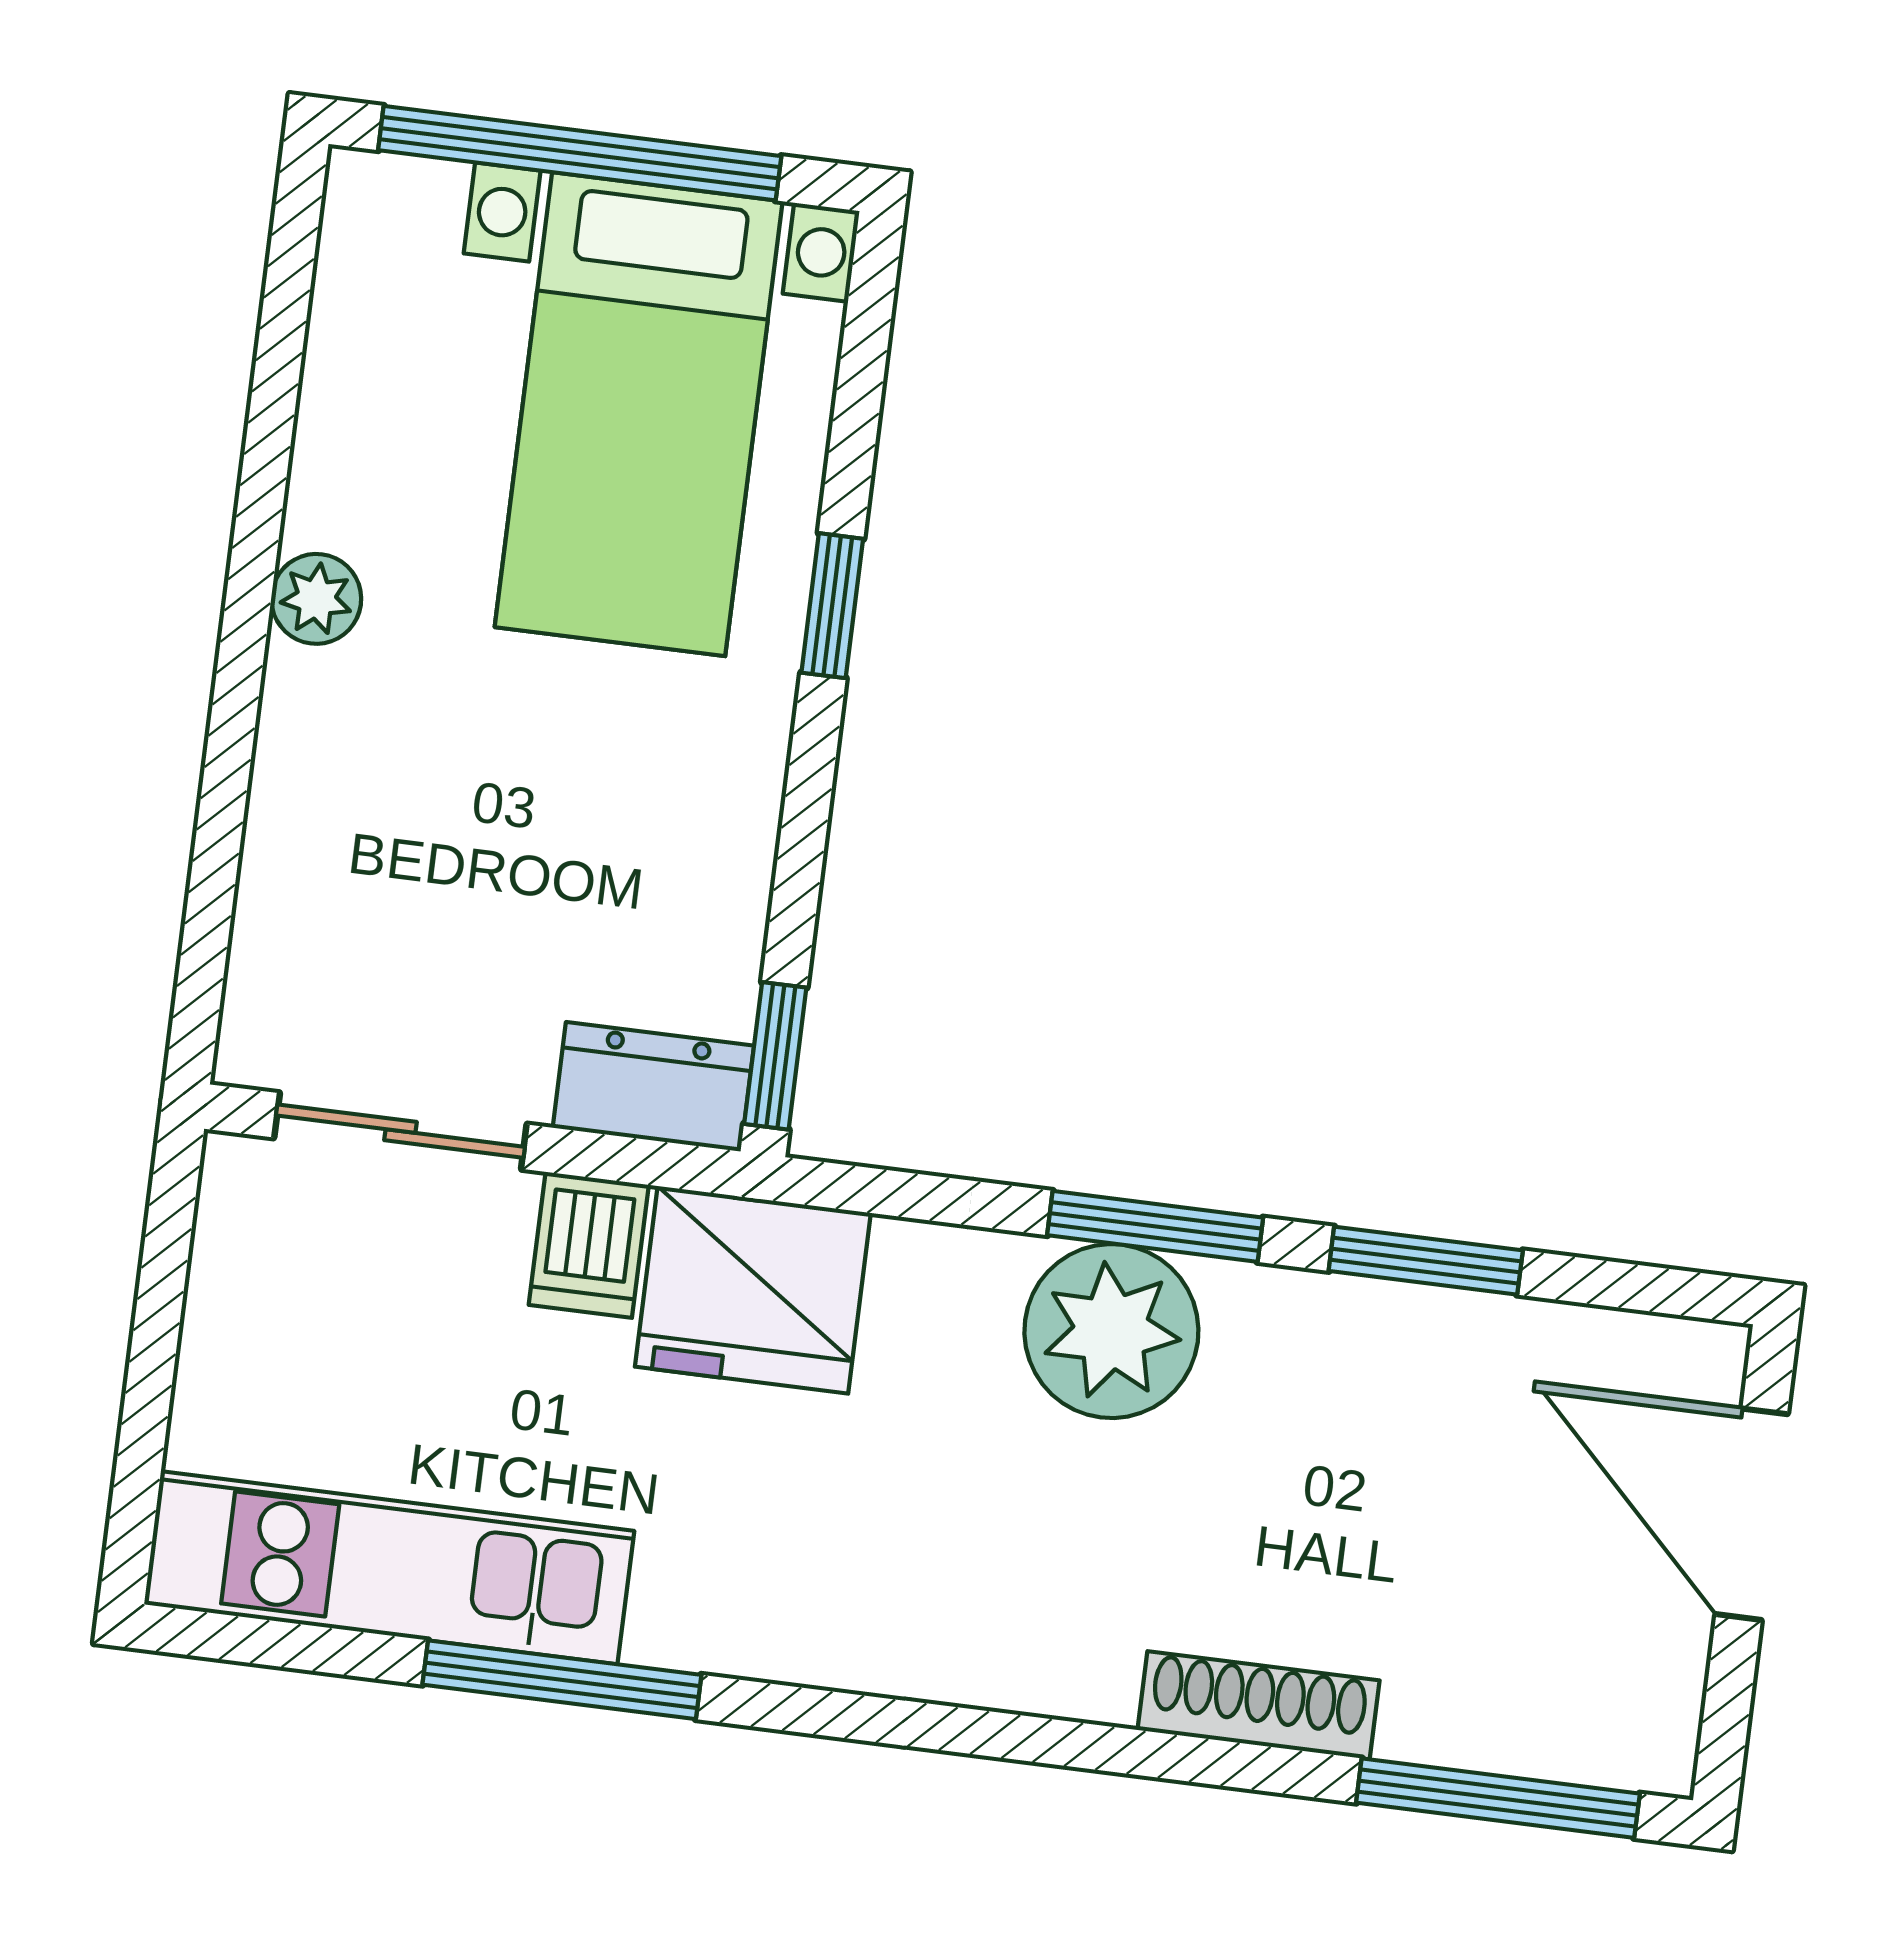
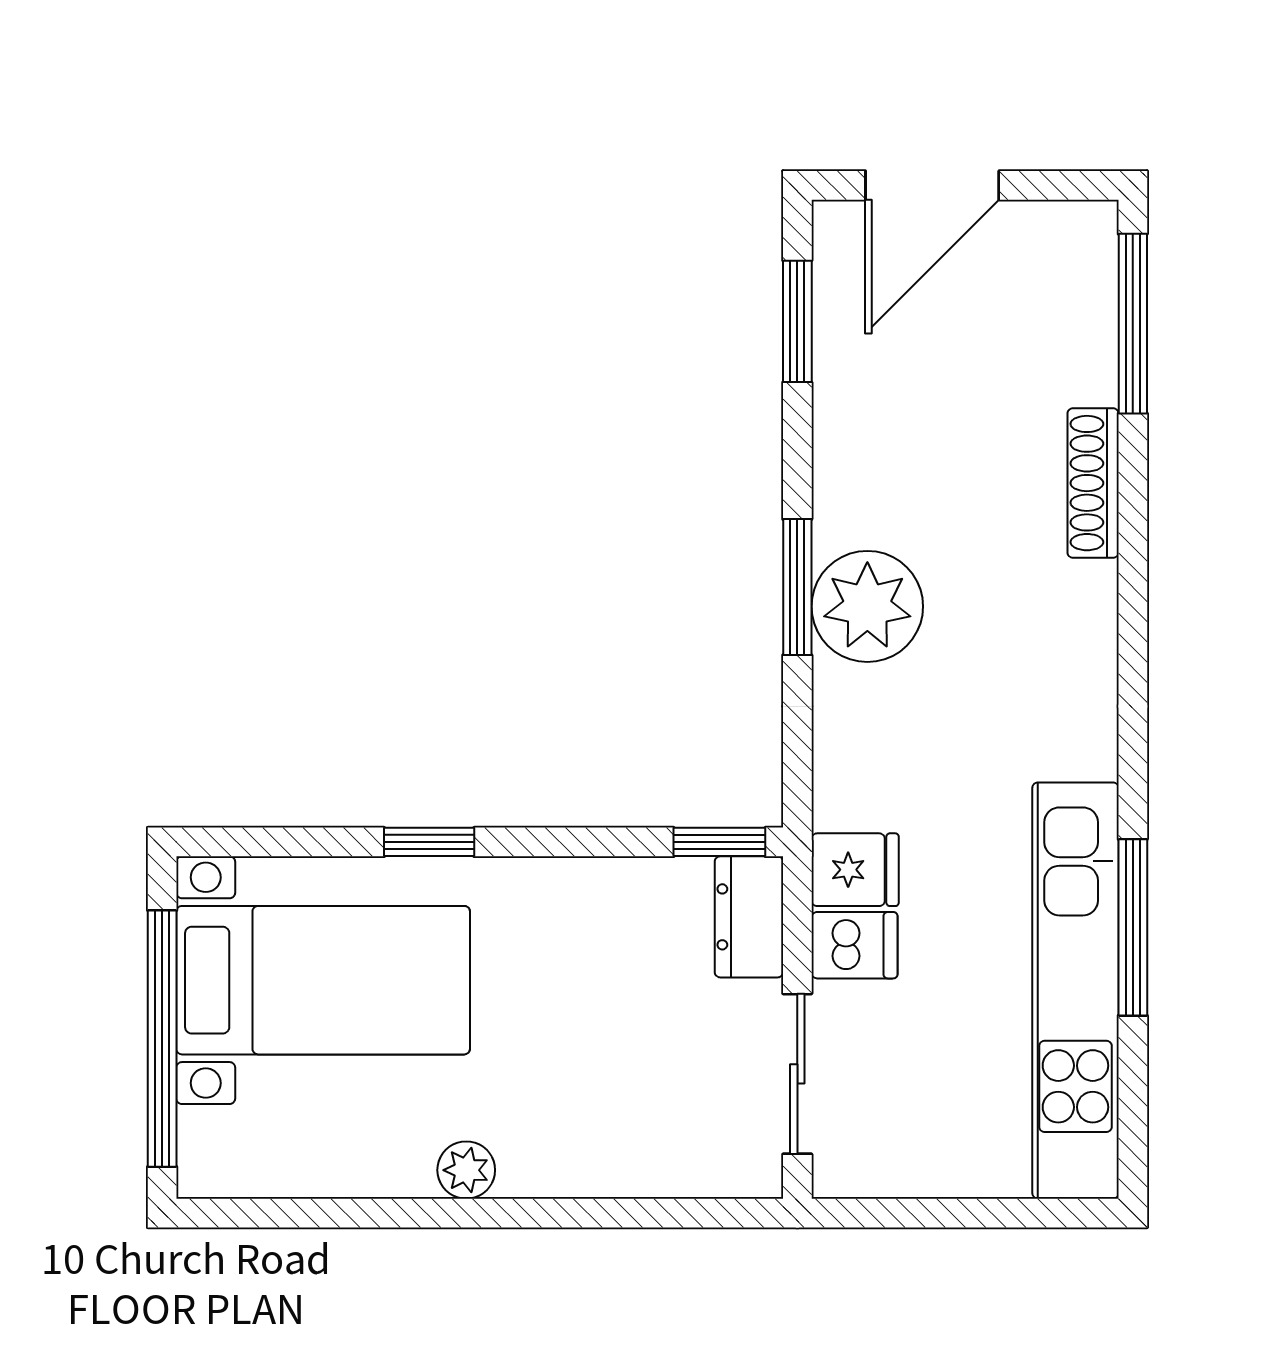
window: (1426, 1261) -> (797, 321), moved
fridge: (753, 1290) -> (855, 870), width x0.53, depth x0.75
kitchen unit: (389, 1568) -> (1075, 991), width x1.36

